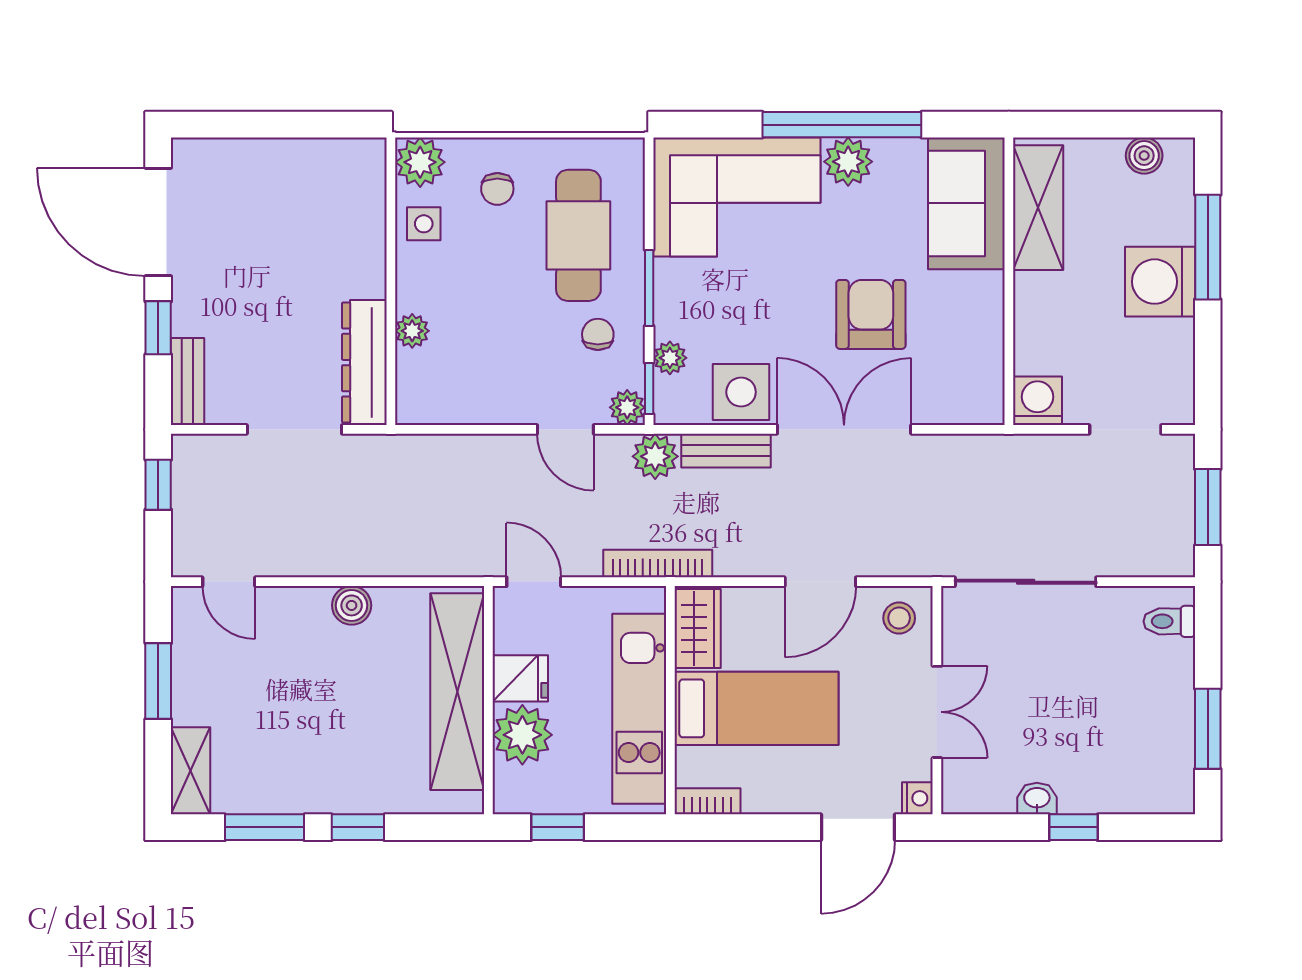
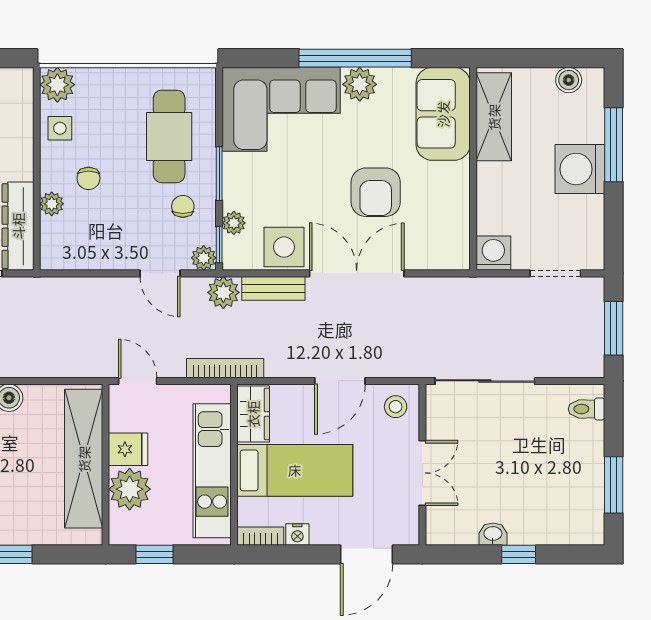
chair: (497, 189) -> (88, 178), moved
armchair: (871, 314) -> (376, 192), turned 180
nightstand: (917, 798) -> (297, 535), moved, turned 90

